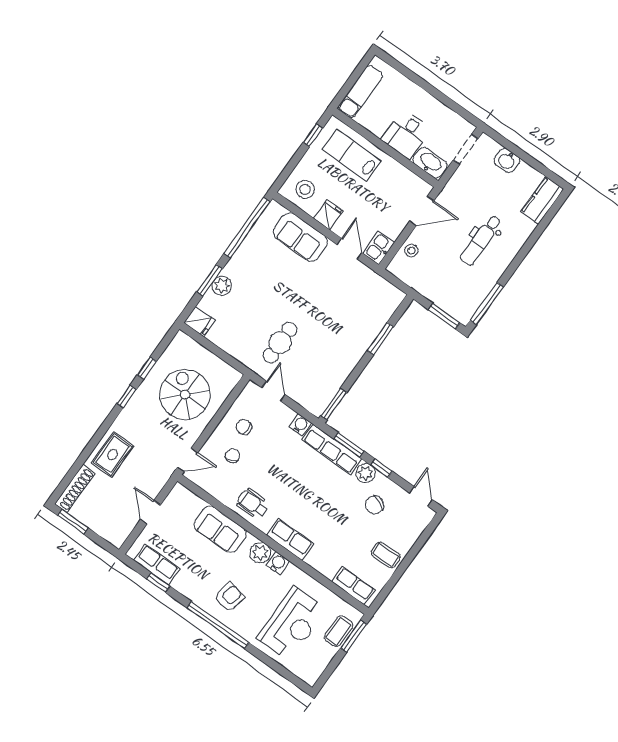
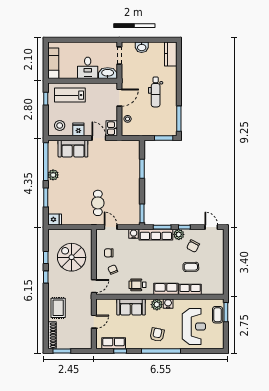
plant: (222, 286) -> (53, 175), moved
door: (150, 512) -> (94, 322), swing flipped
coffee table: (386, 555) -> (191, 267), moved
row of seats: (353, 586) -> (190, 289), moved

